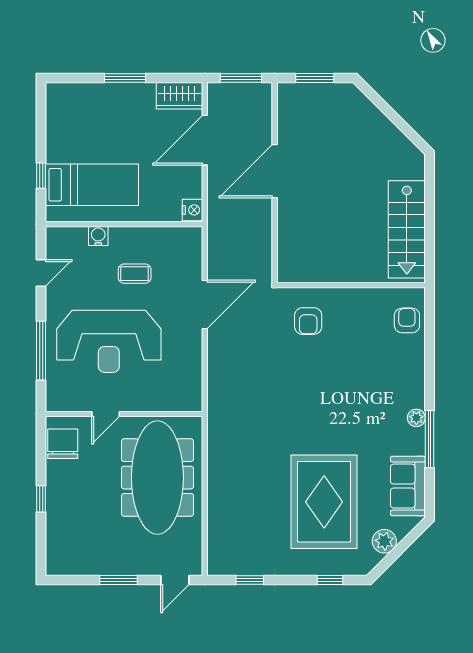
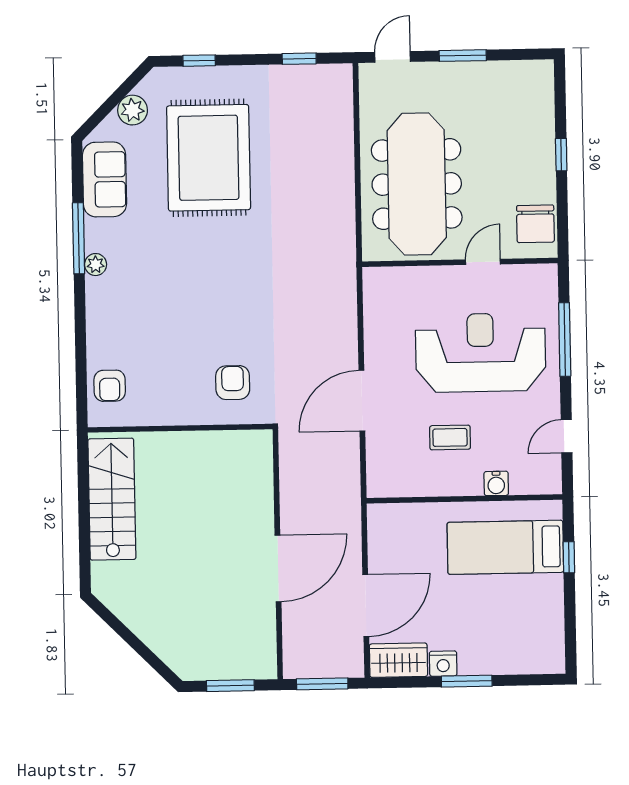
nightstand: (193, 210) -> (443, 664), moved, turned -90

